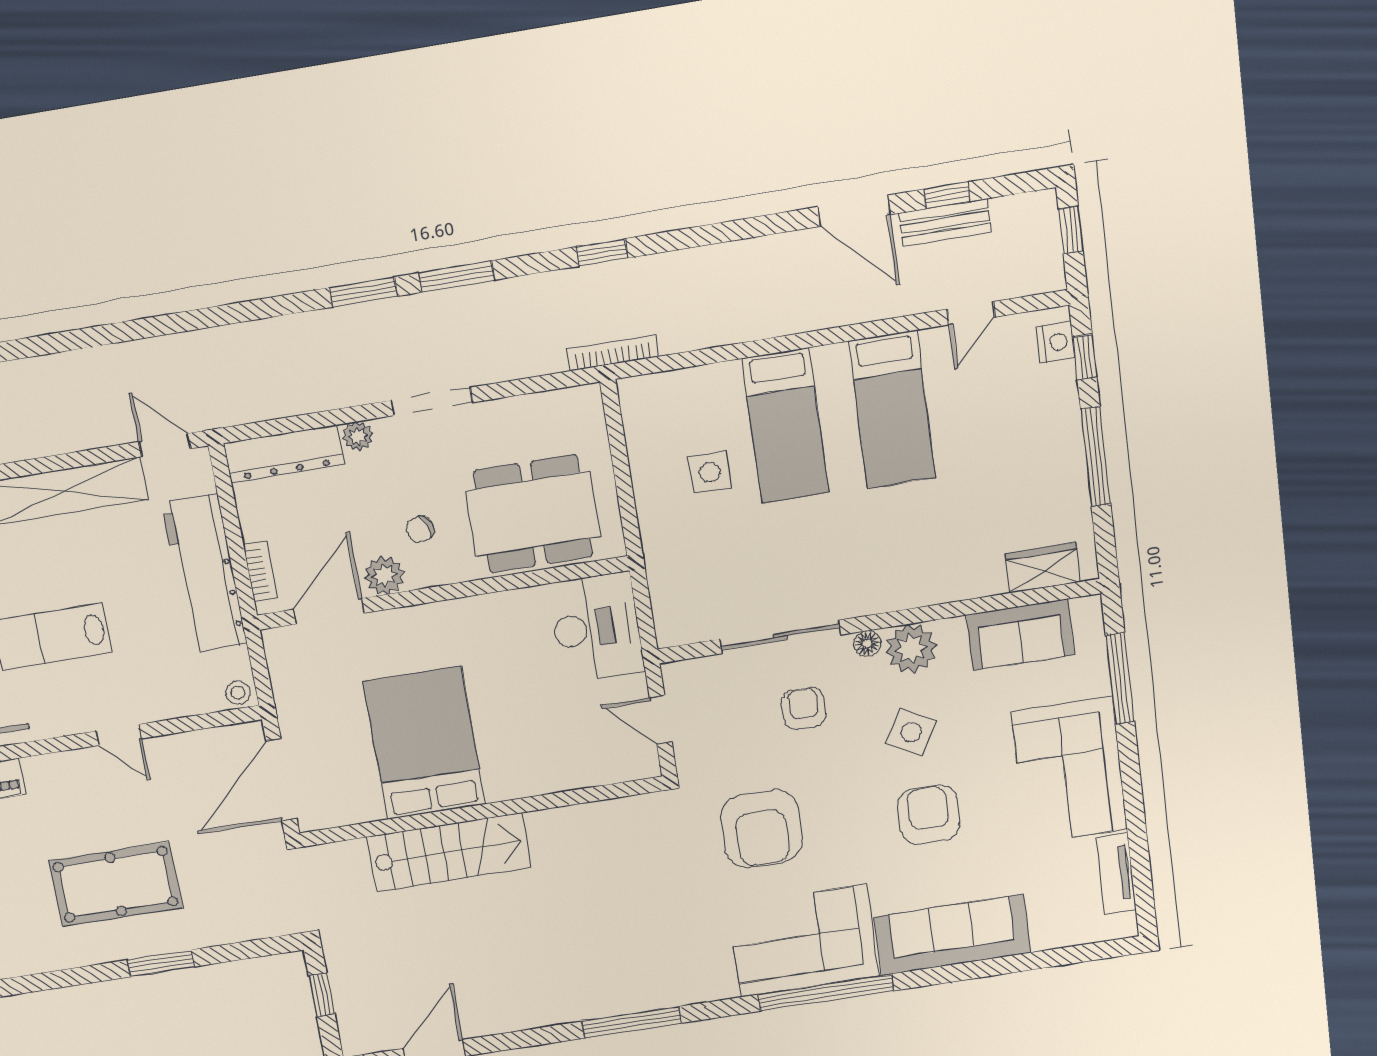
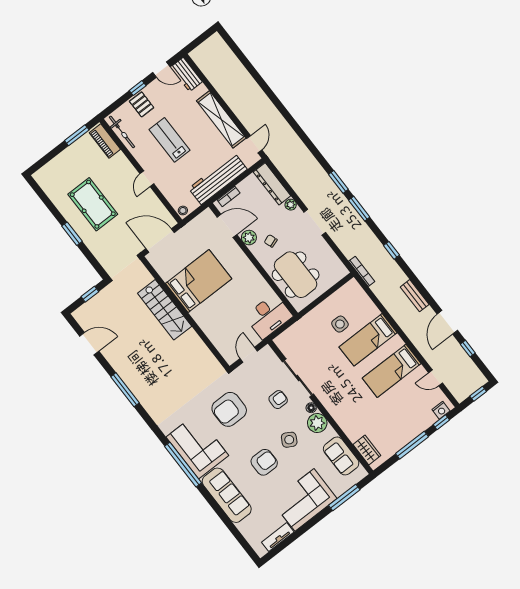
bench: (945, 223) -> (415, 296), moved
window: (632, 1022) -> (125, 390), moved

